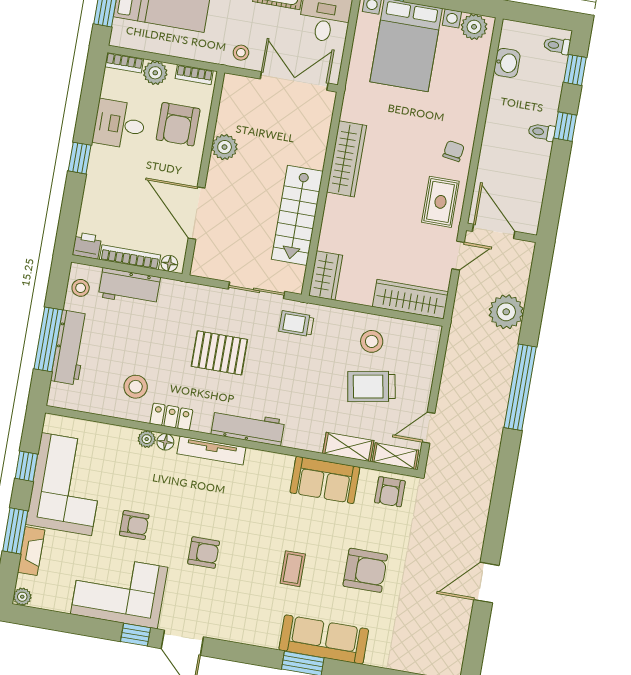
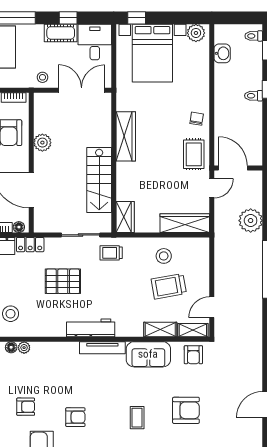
locker: (171, 417) -> (30, 245), moved, turned 180
floor lamp: (165, 442) -> (11, 347), moved
tv unit: (211, 451) -> (102, 348), moved

